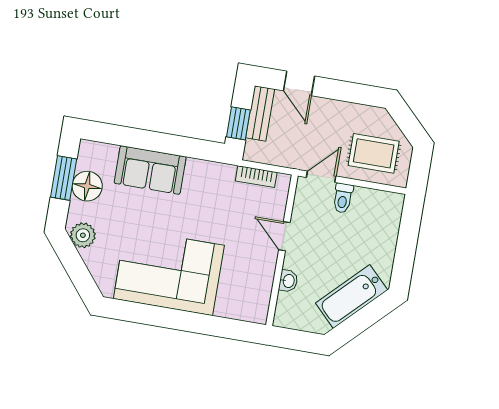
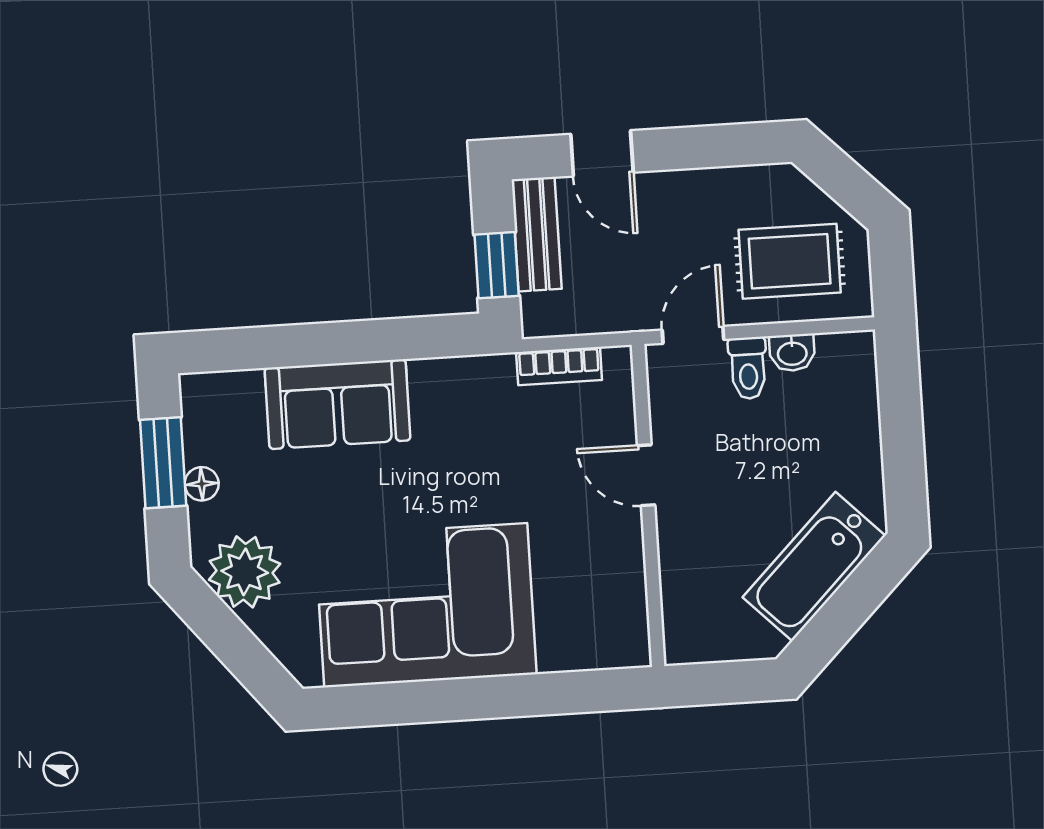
floor lamp: (87, 186) -> (202, 484), width x0.53, depth x0.53
plant: (83, 235) -> (245, 572), width x1.36, depth x1.36
washbasin: (288, 281) -> (792, 353), moved, turned 90

